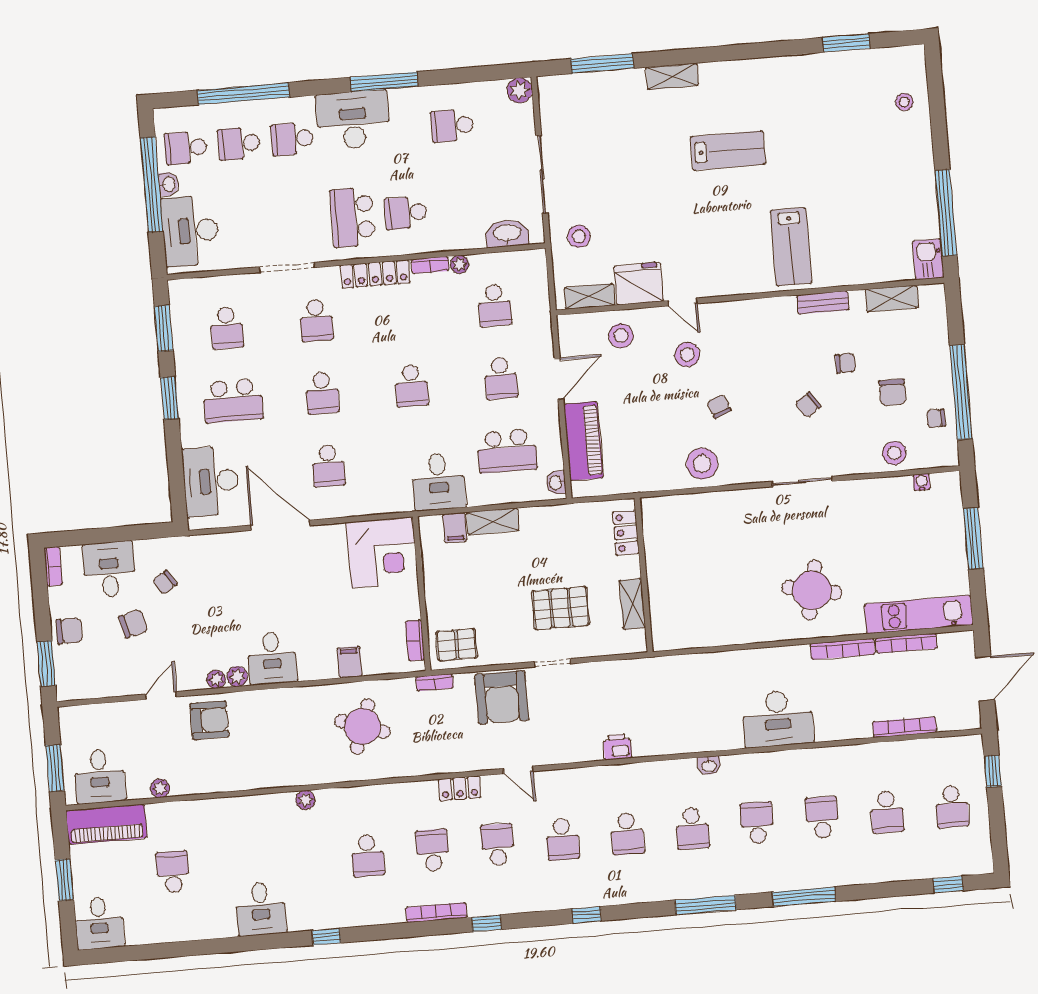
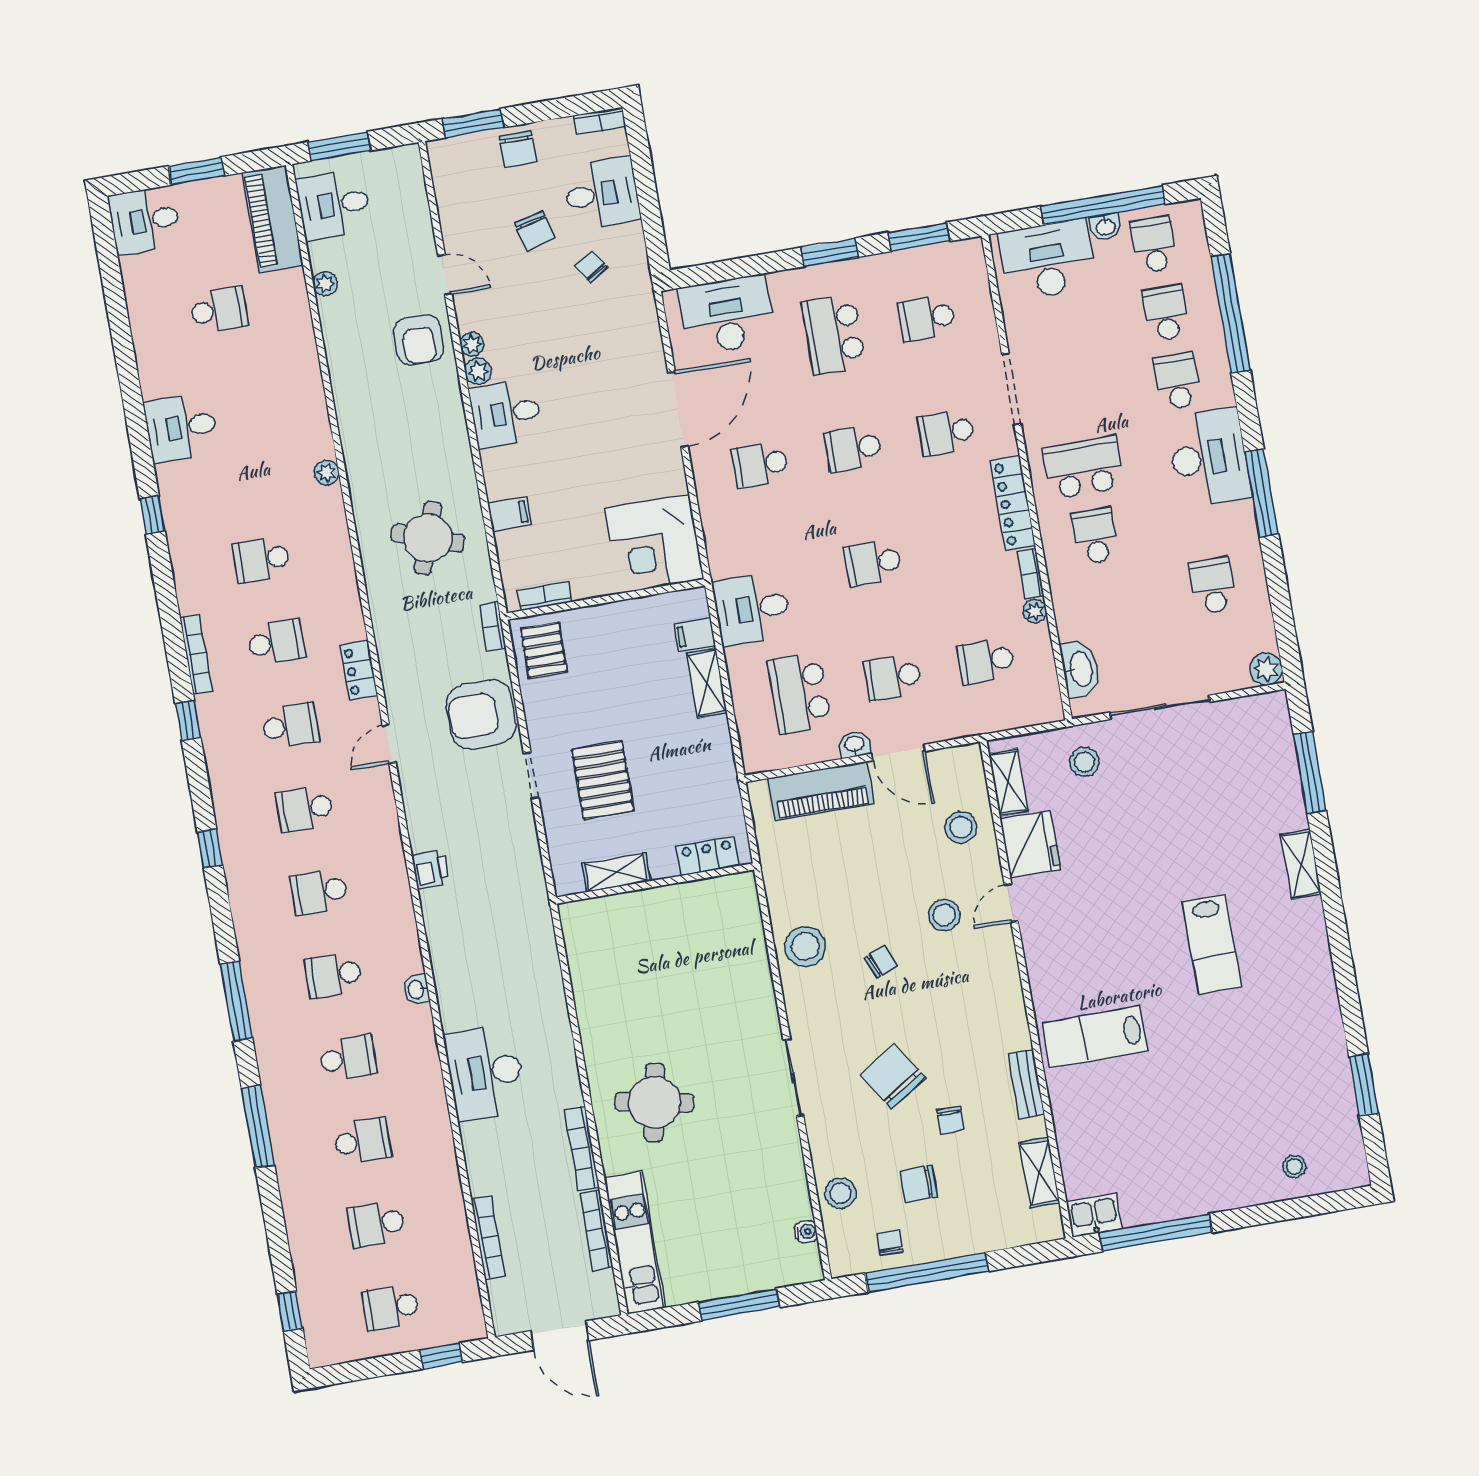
chair: (808, 405) -> (893, 1076), width x1.87, depth x1.87
washbasin: (556, 483) -> (854, 745), moved

